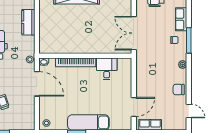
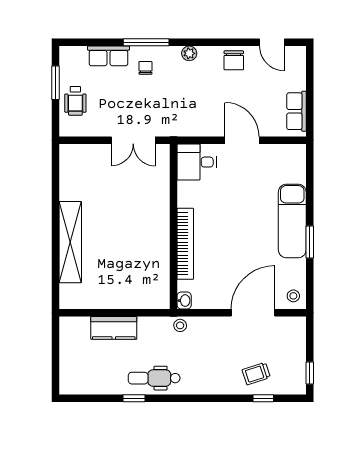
double door: (134, 33) -> (133, 140), width x0.73
desk: (107, 69) -> (197, 162), moved
door: (37, 84) -> (253, 313), moved
door: (134, 107) -> (242, 140), moved
door: (189, 111) -> (272, 42), swing flipped

